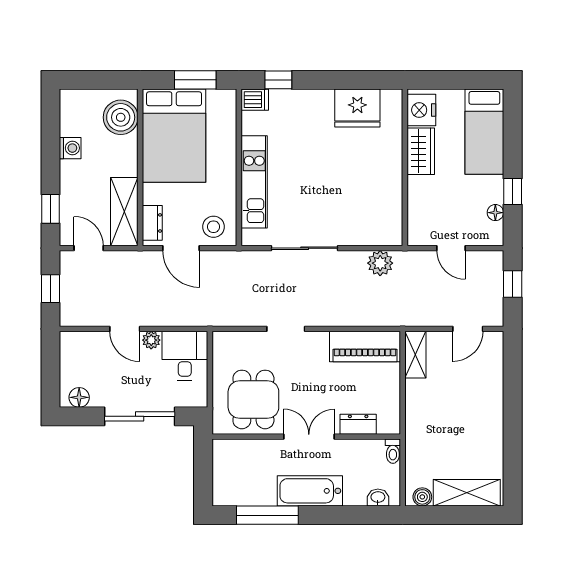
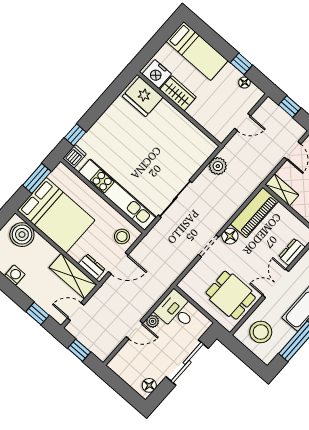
fridge: (357, 108) -> (143, 97), moved, turned 90
kitchen unit: (254, 182) -> (117, 195), width x1.36
floor lamp: (316, 343) -> (230, 236), added
stool: (242, 467) -> (261, 332), added

